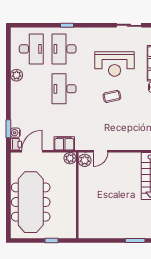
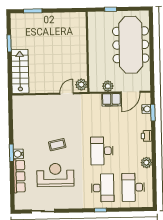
desk: (64, 89) -> (102, 151), turned 180
filing cabinet: (64, 143) -> (111, 100), moved
printer: (16, 144) -> (146, 136), moved
plant: (70, 158) -> (108, 86), moved

